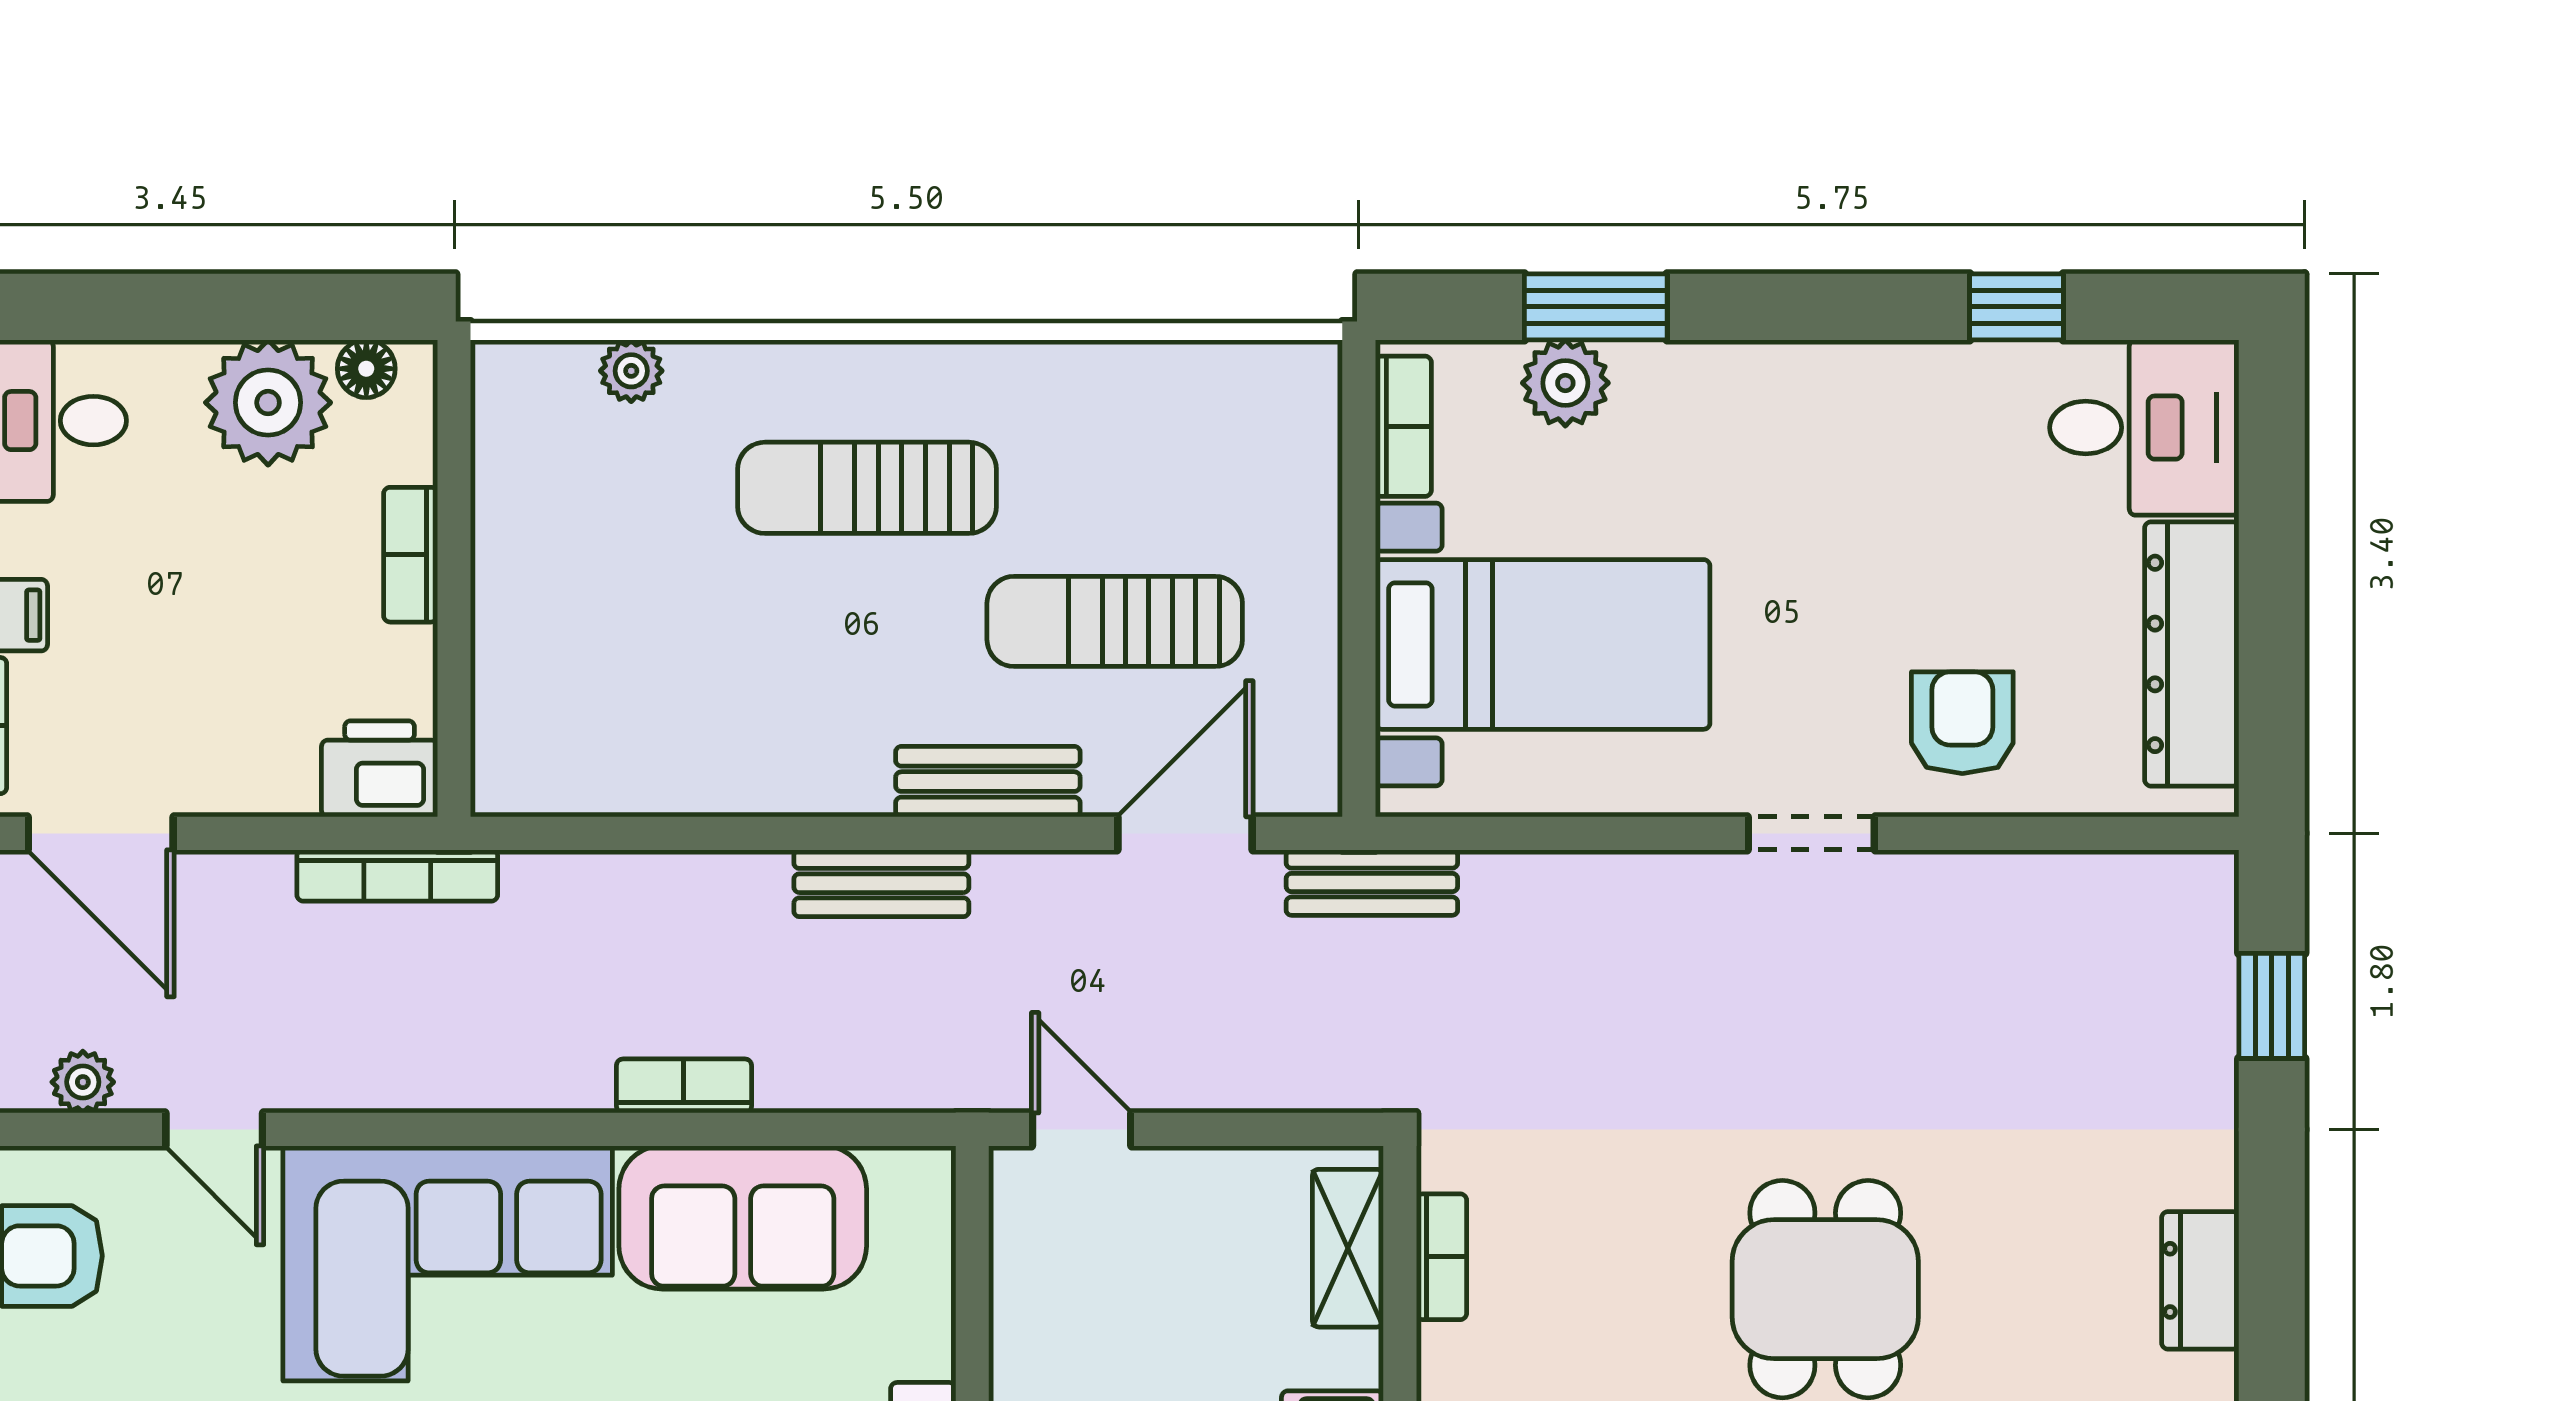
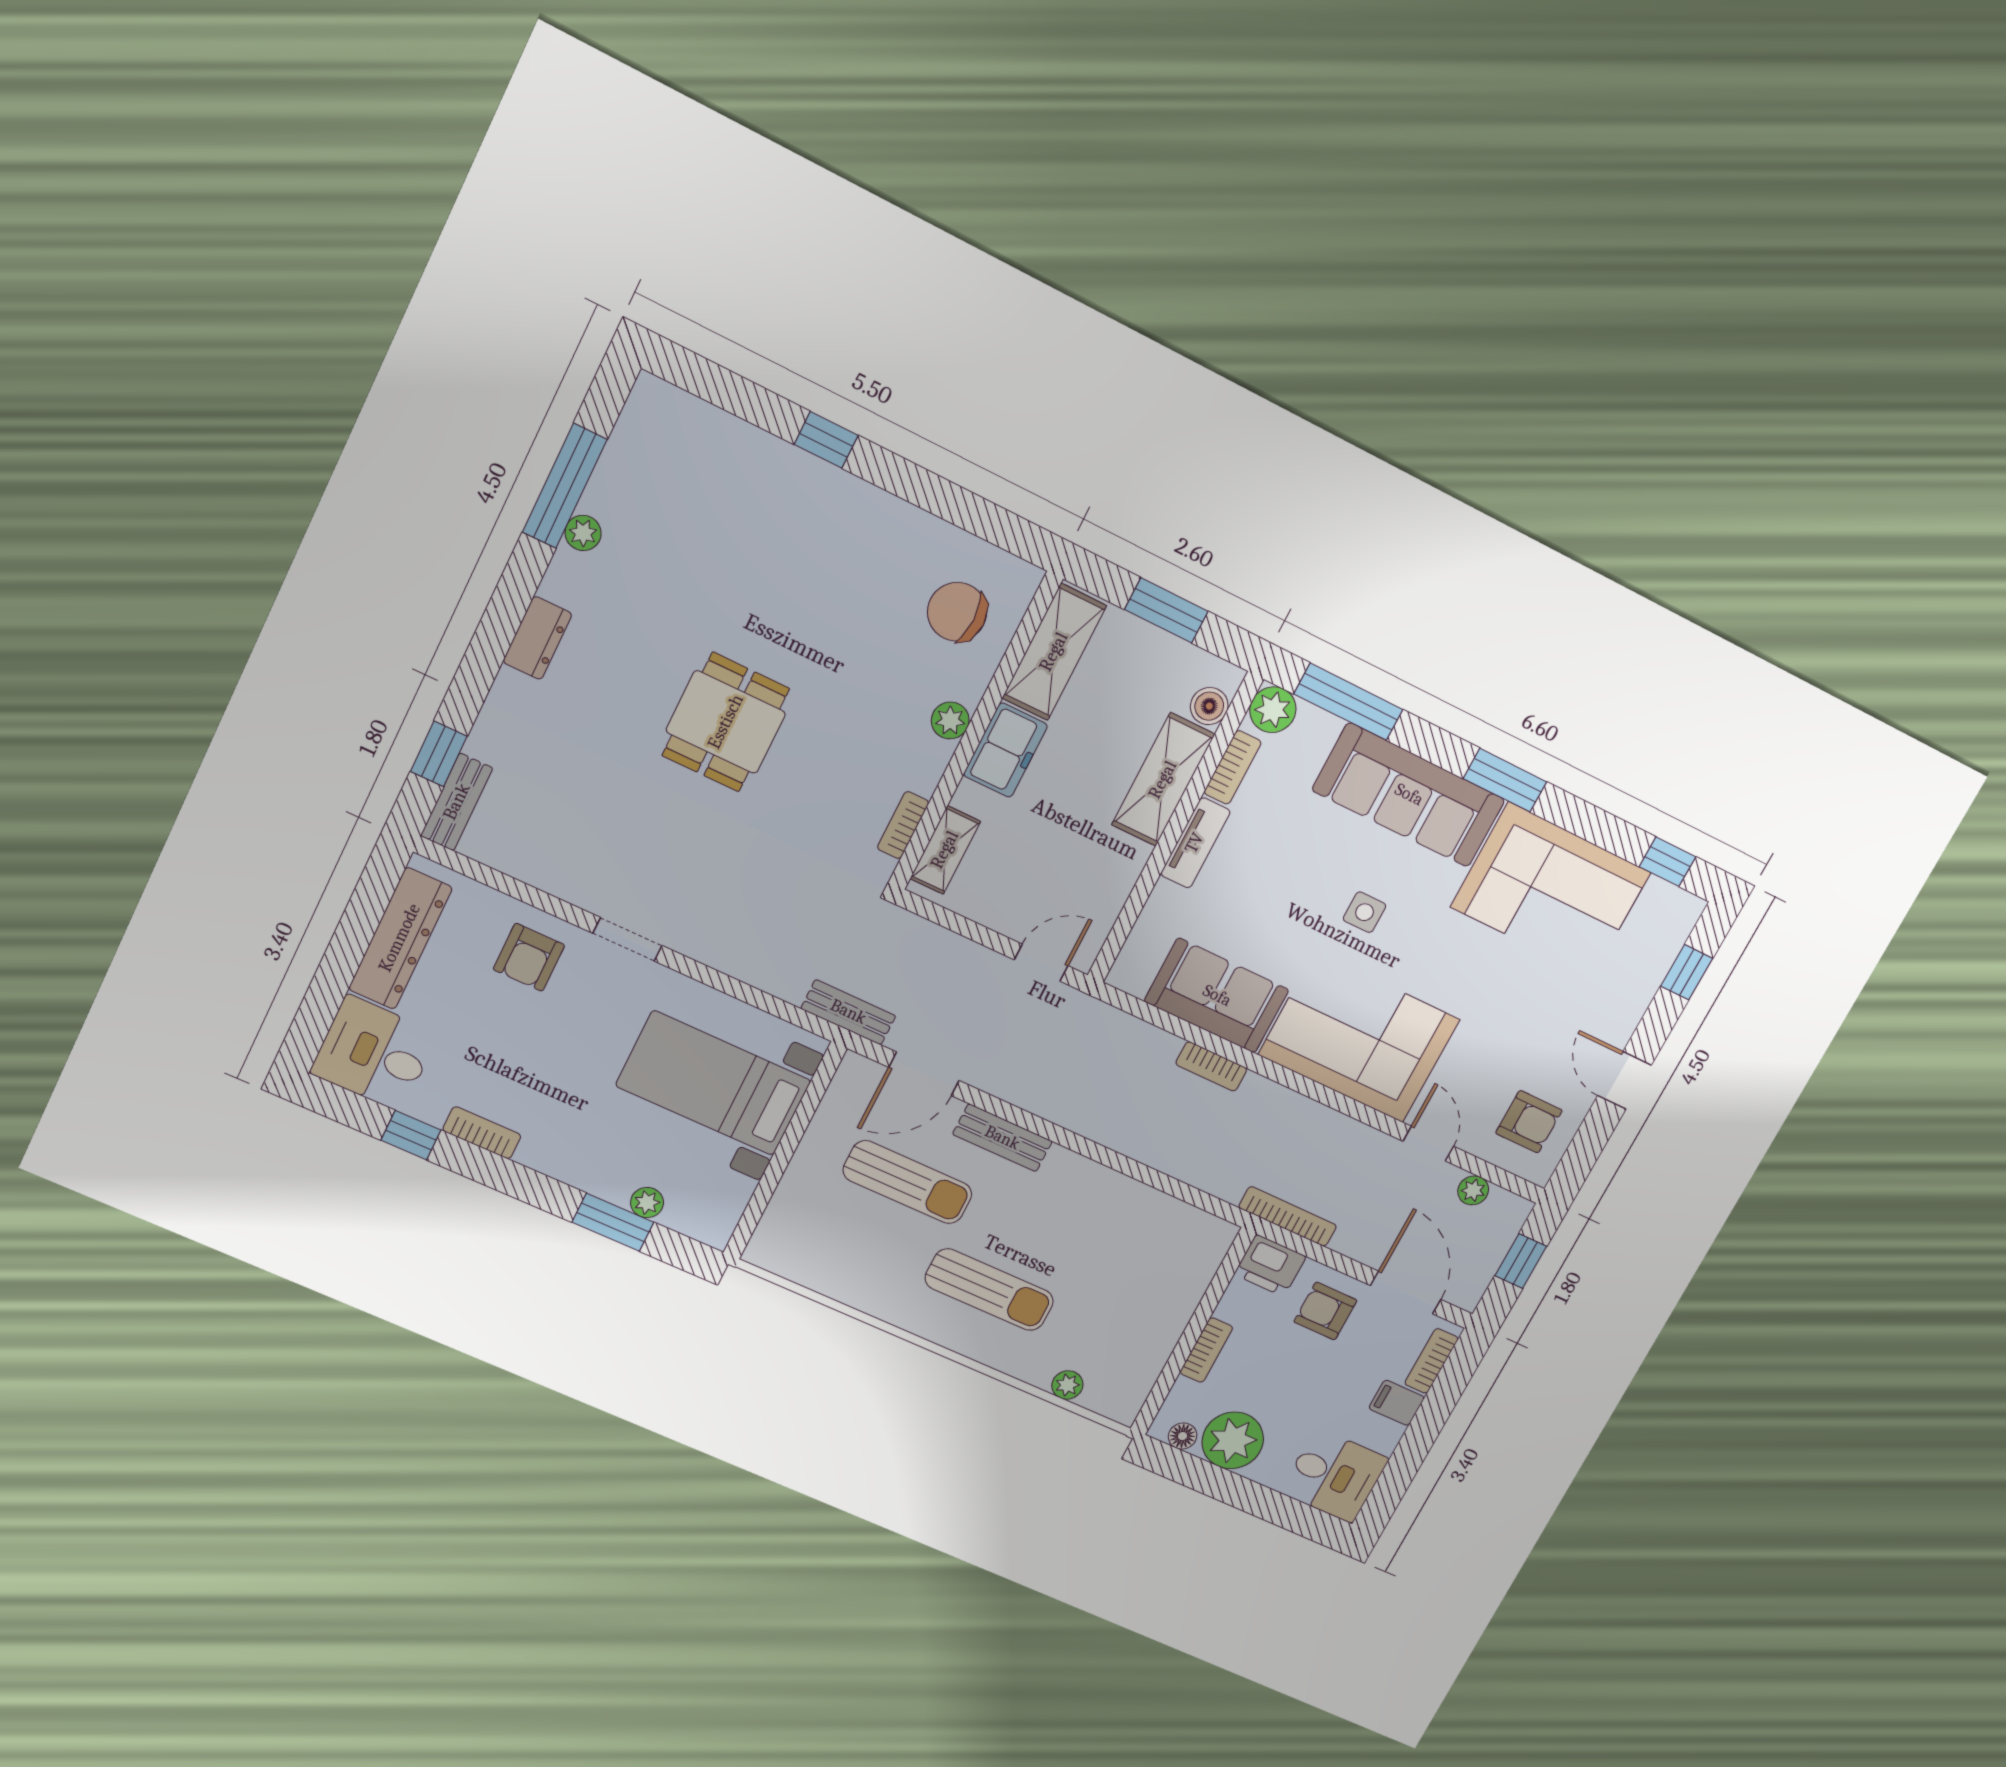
plant: (1565, 383) -> (647, 1203), width x0.73, depth x0.73
bookcase: (1403, 426) -> (482, 1133), moved, turned 90
armchair: (231, 730) -> (1325, 1311), added
bench: (881, 883) -> (457, 802), moved, turned 90
door: (1082, 1129) -> (1041, 963), swing flipped

